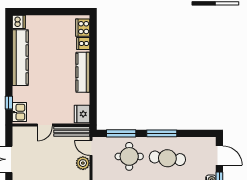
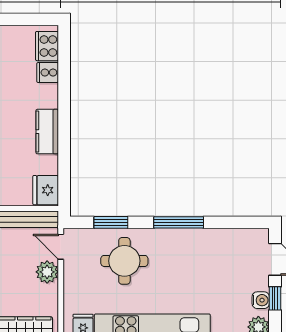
kitchen counter: (83, 72) -> (47, 132), width x0.67
window: (121, 133) -> (111, 222), width x0.69
cafe table: (167, 158) -> (188, 264), removed

